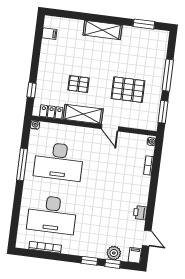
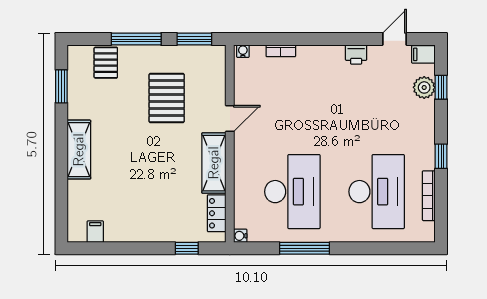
pallet: (78, 84) -> (106, 63), moved
window: (89, 261) -> (441, 156), moved

